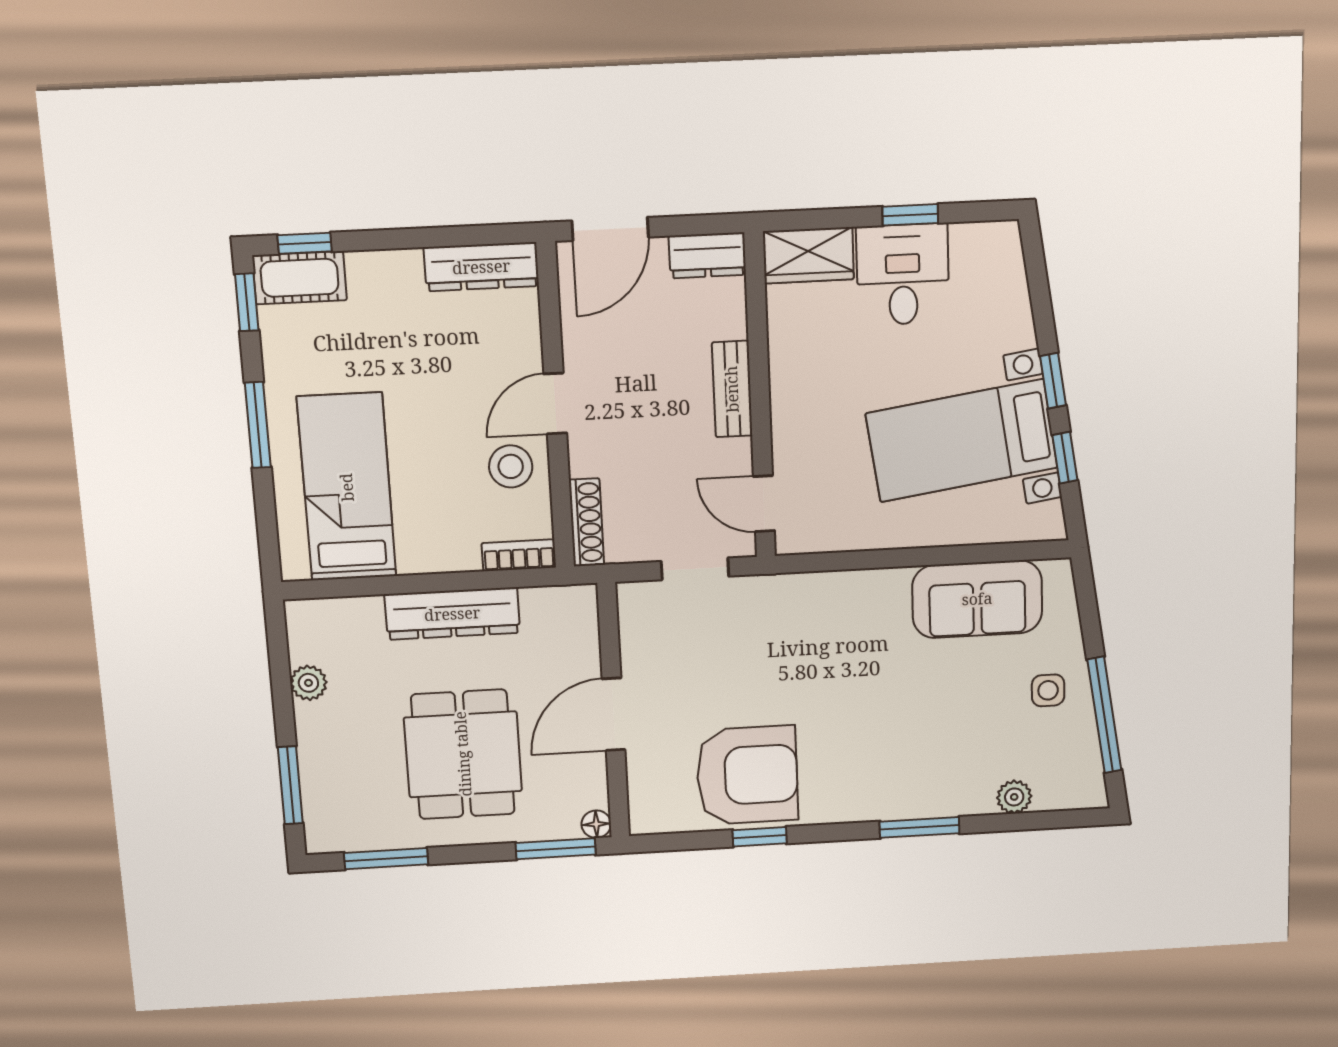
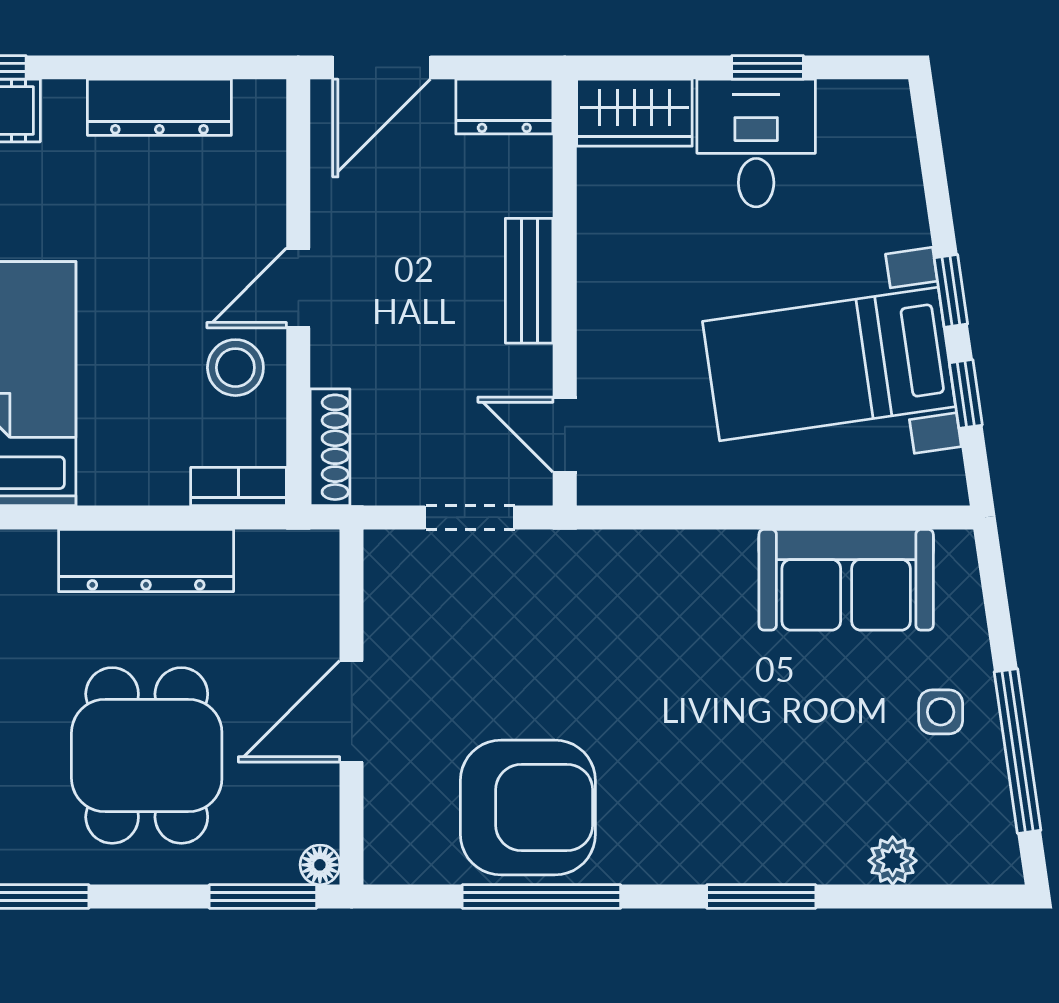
dresser: (481, 267) -> (159, 107), moved
window: (760, 837) -> (541, 896), width x2.17

